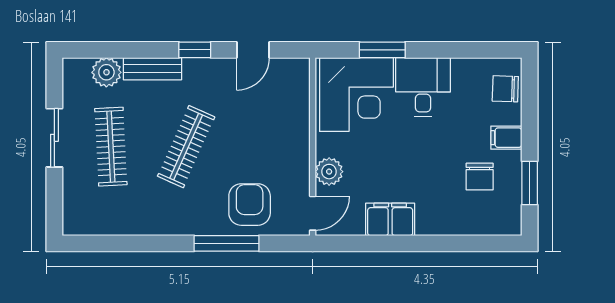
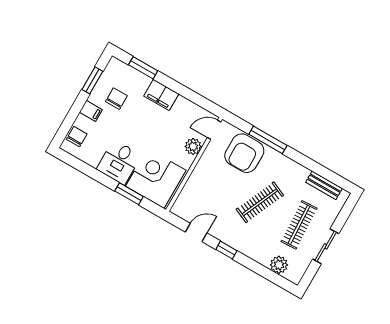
bench: (152, 69) -> (324, 185), moved
chair: (505, 89) -> (77, 137), turned -92
armchair: (250, 205) -> (244, 153), width x1.36, depth x1.36
filing cabinet: (390, 219) -> (161, 95), moved
window: (467, 243) -> (143, 68), added

